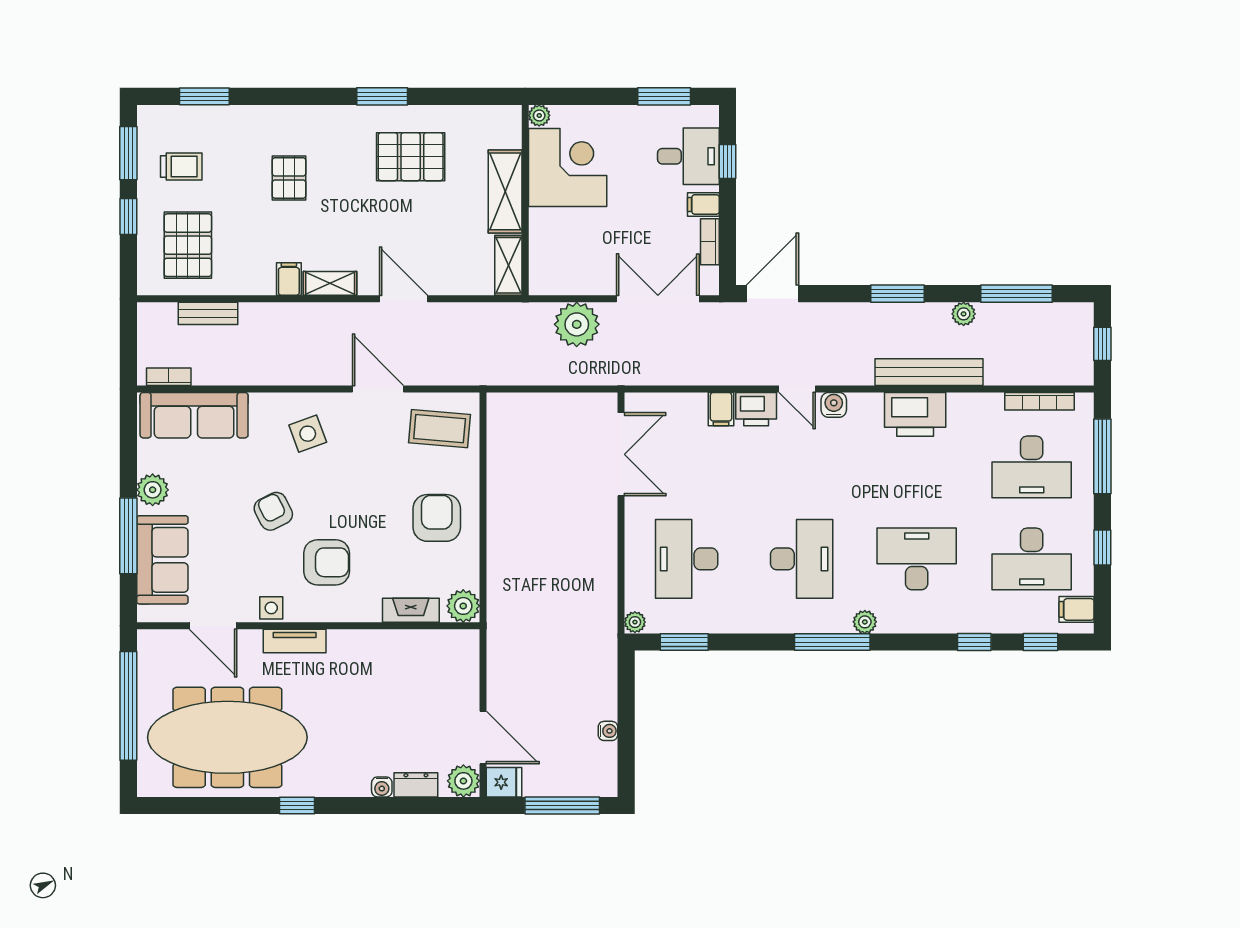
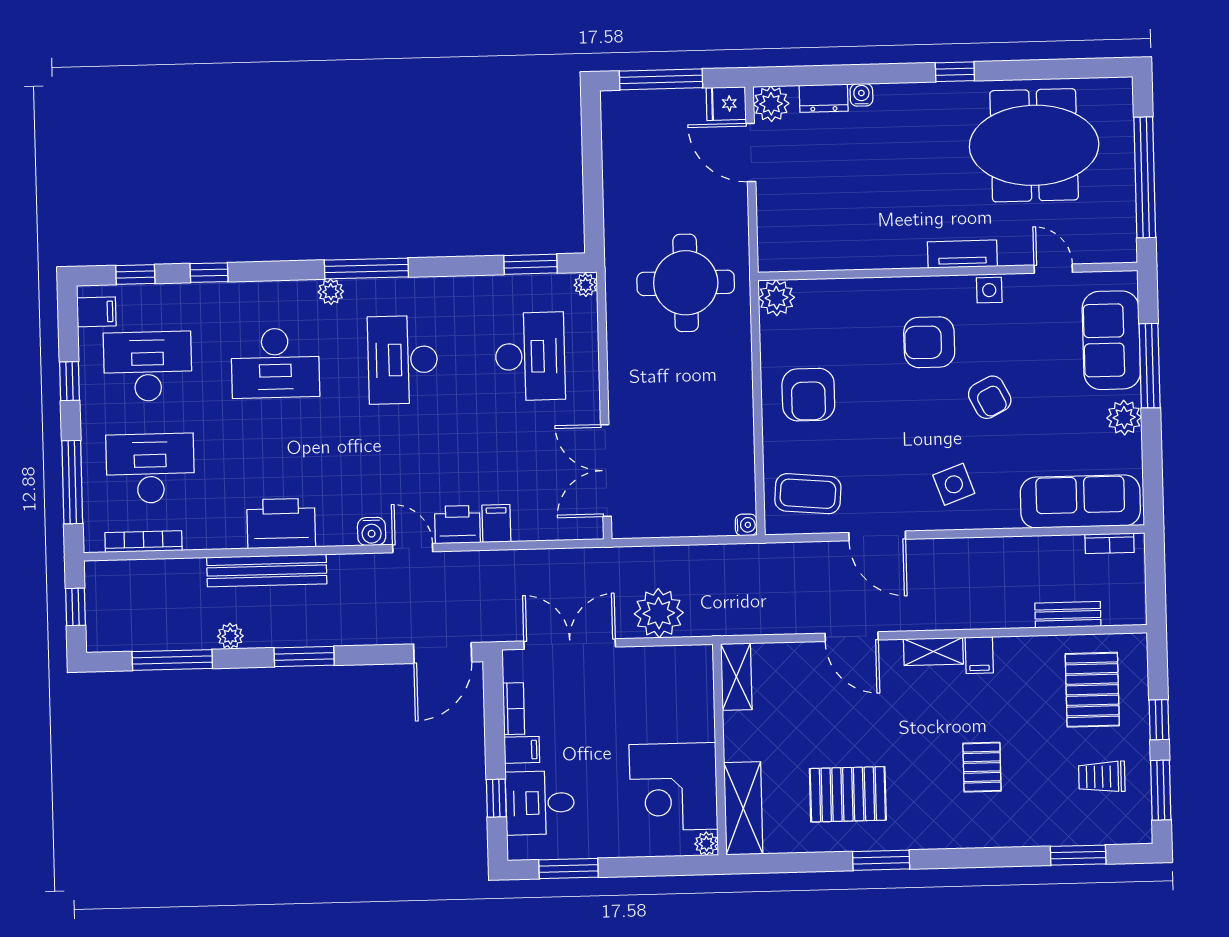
shelving: (505, 191) -> (743, 808), moved
double door: (658, 299) -> (570, 644), swing flipped
fireplace: (411, 610) -> (834, 292), removed
round table: (545, 622) -> (686, 283), added
door: (213, 626) -> (1053, 269), width x0.73
water cooler: (608, 731) -> (746, 525), moved, turned 180
meeting table: (227, 737) -> (1034, 145), width x0.73

